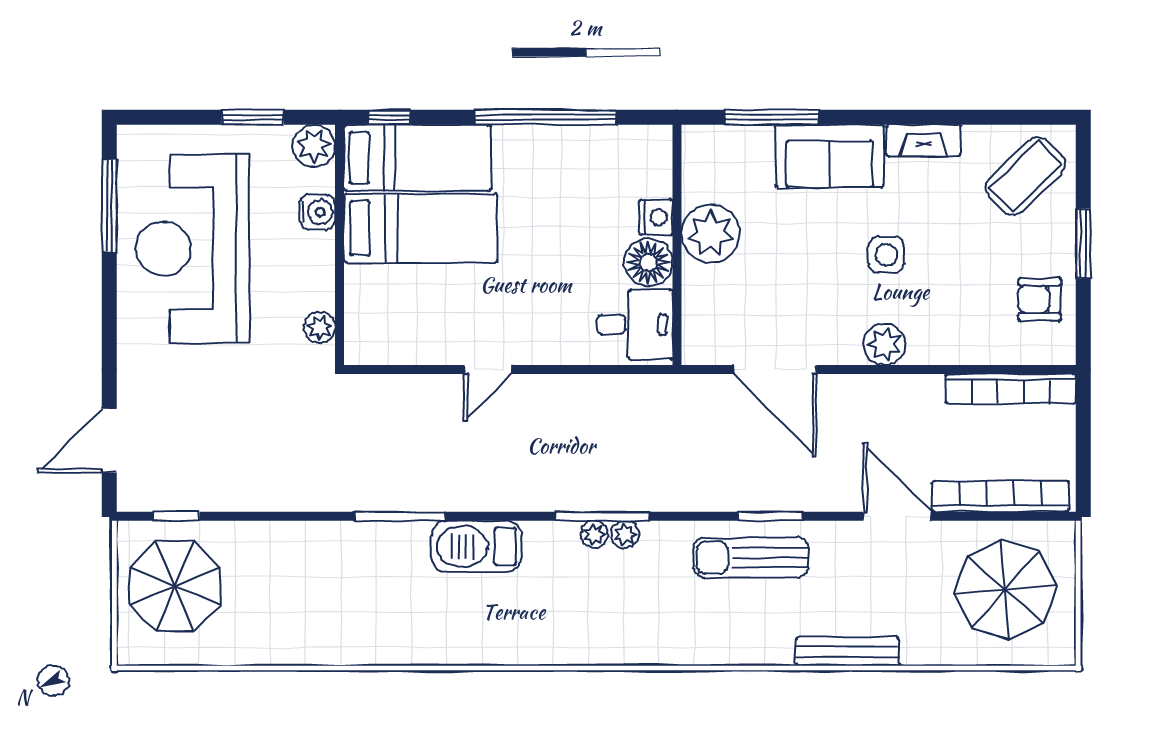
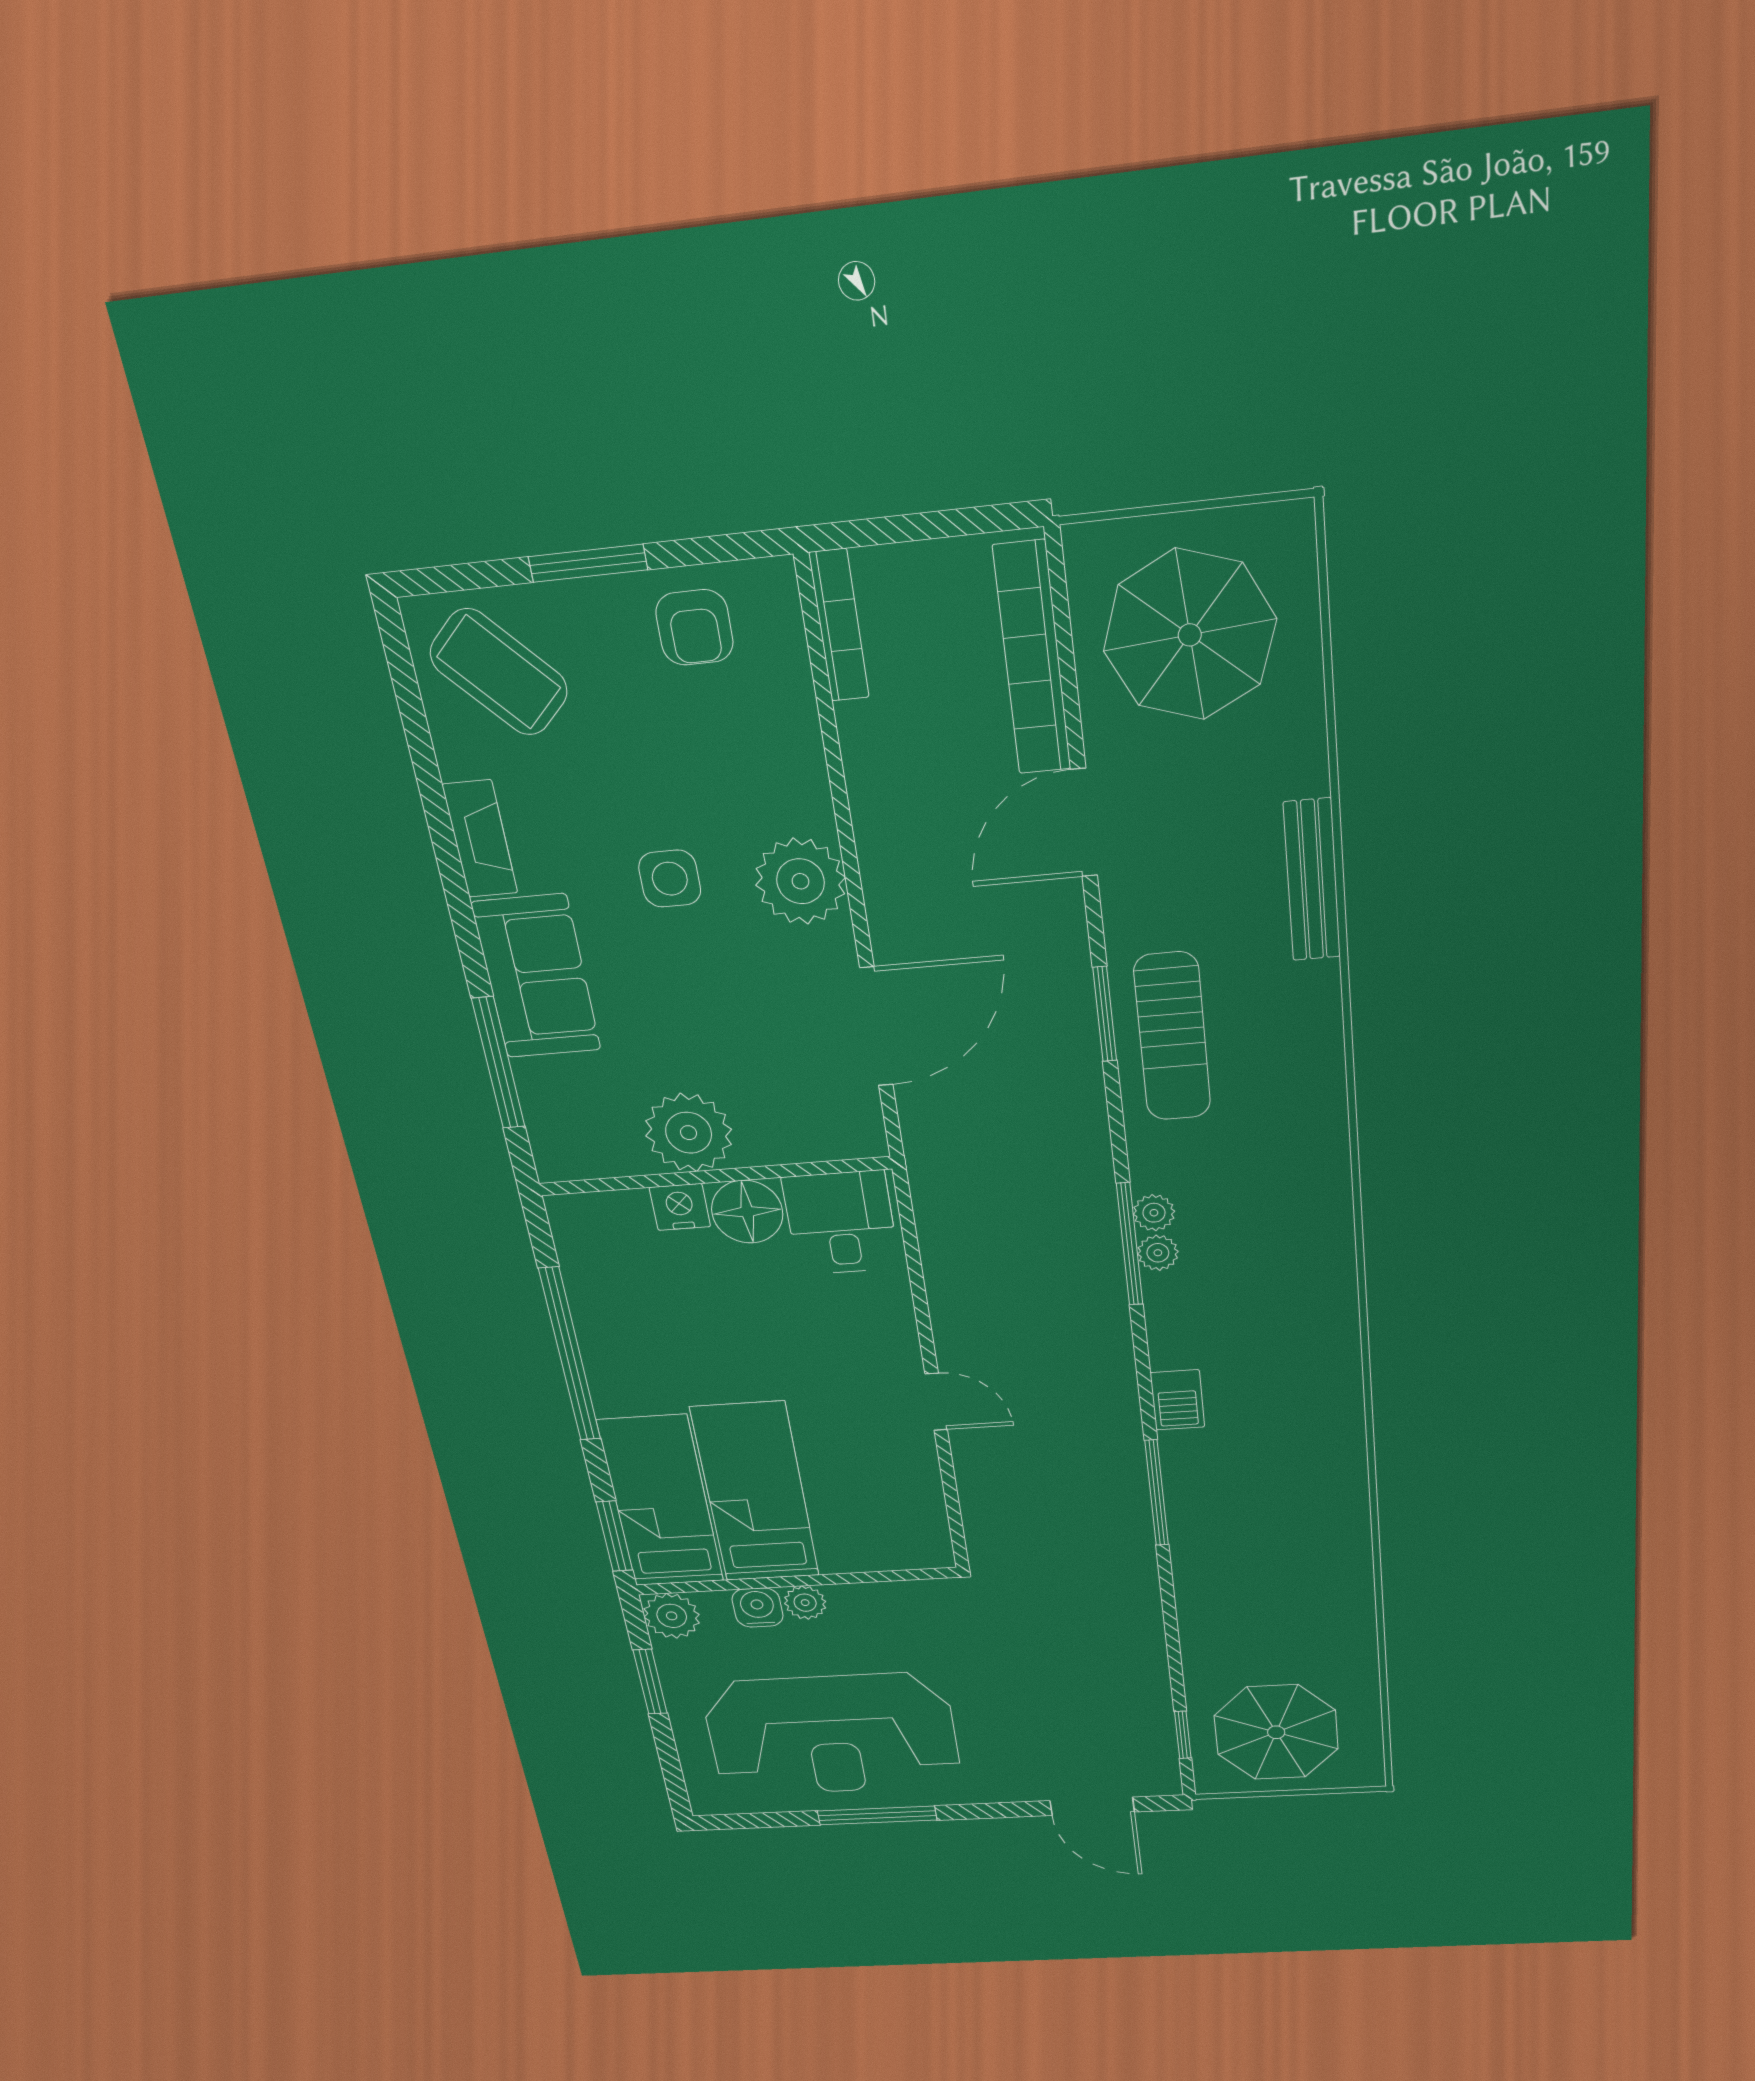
window: (389, 117) -> (614, 1536), width x1.50
window: (109, 206) -> (877, 1815), moved
plant: (320, 327) -> (805, 1603), moved
plant: (885, 344) -> (800, 881), width x1.36, depth x1.36
bookcase: (1011, 389) -> (839, 626), width x0.68, depth x0.76
barbecue: (477, 547) -> (1177, 1400), width x0.53, depth x0.65

